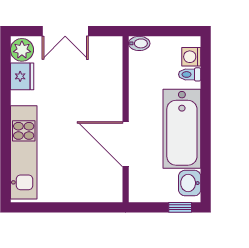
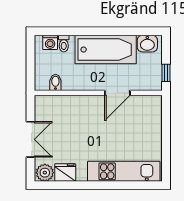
bidet: (139, 43) -> (55, 82), moved
door: (126, 144) -> (117, 93), width x0.73
window: (180, 207) -> (166, 73), moved

